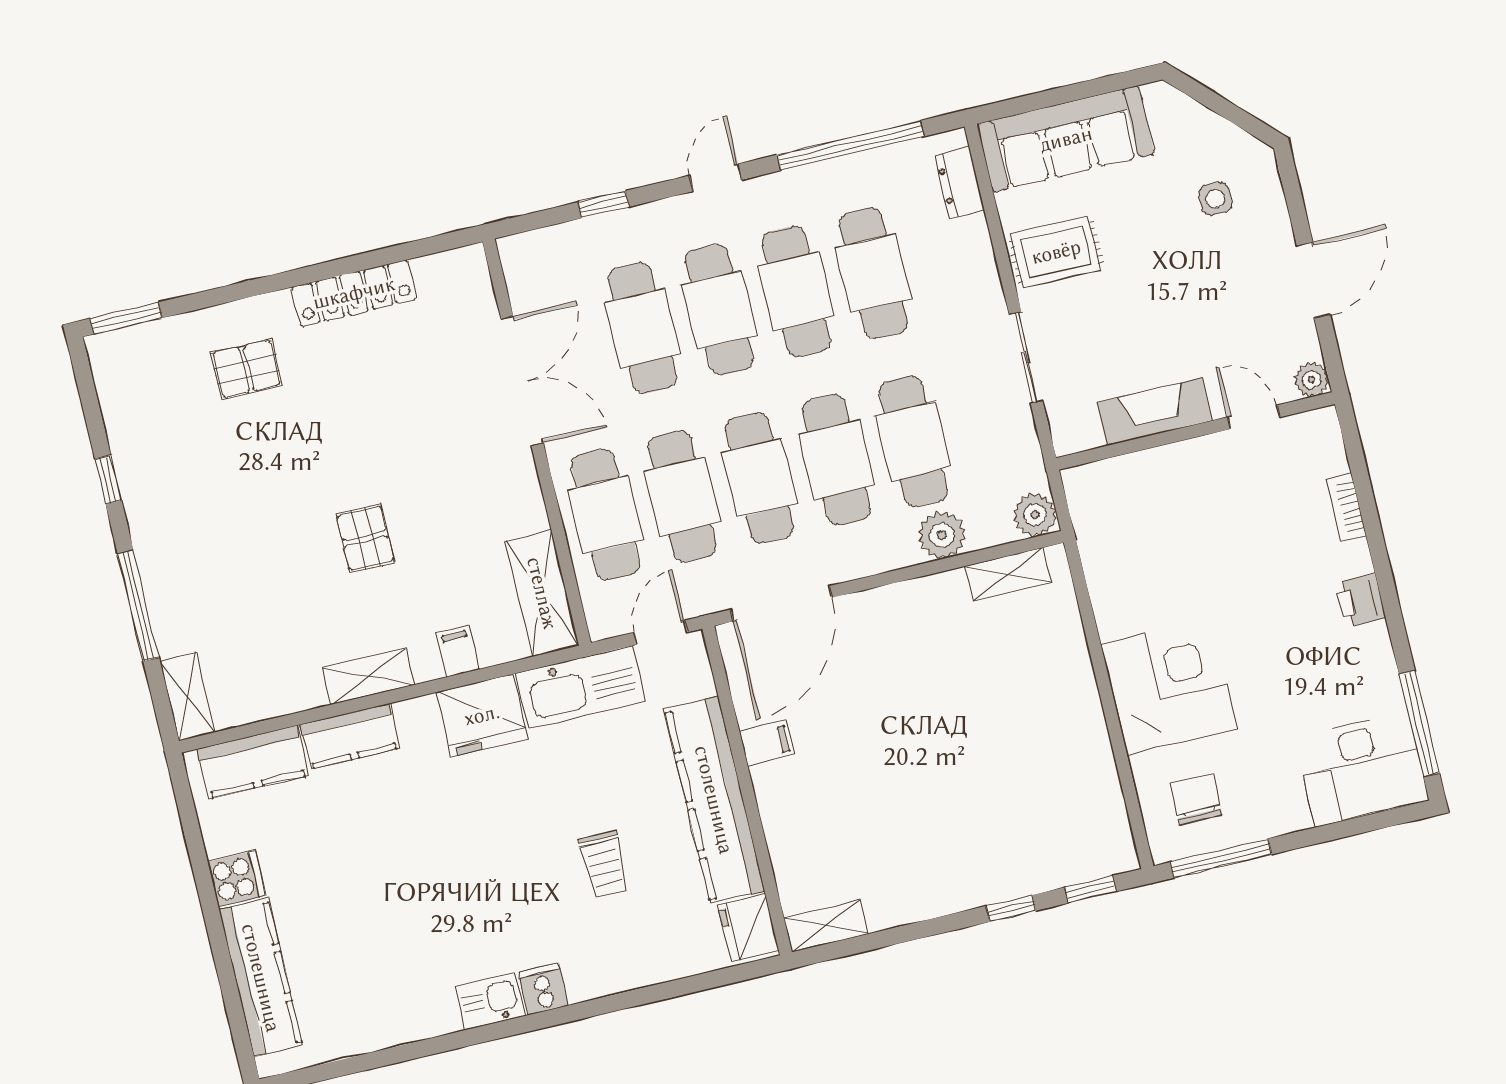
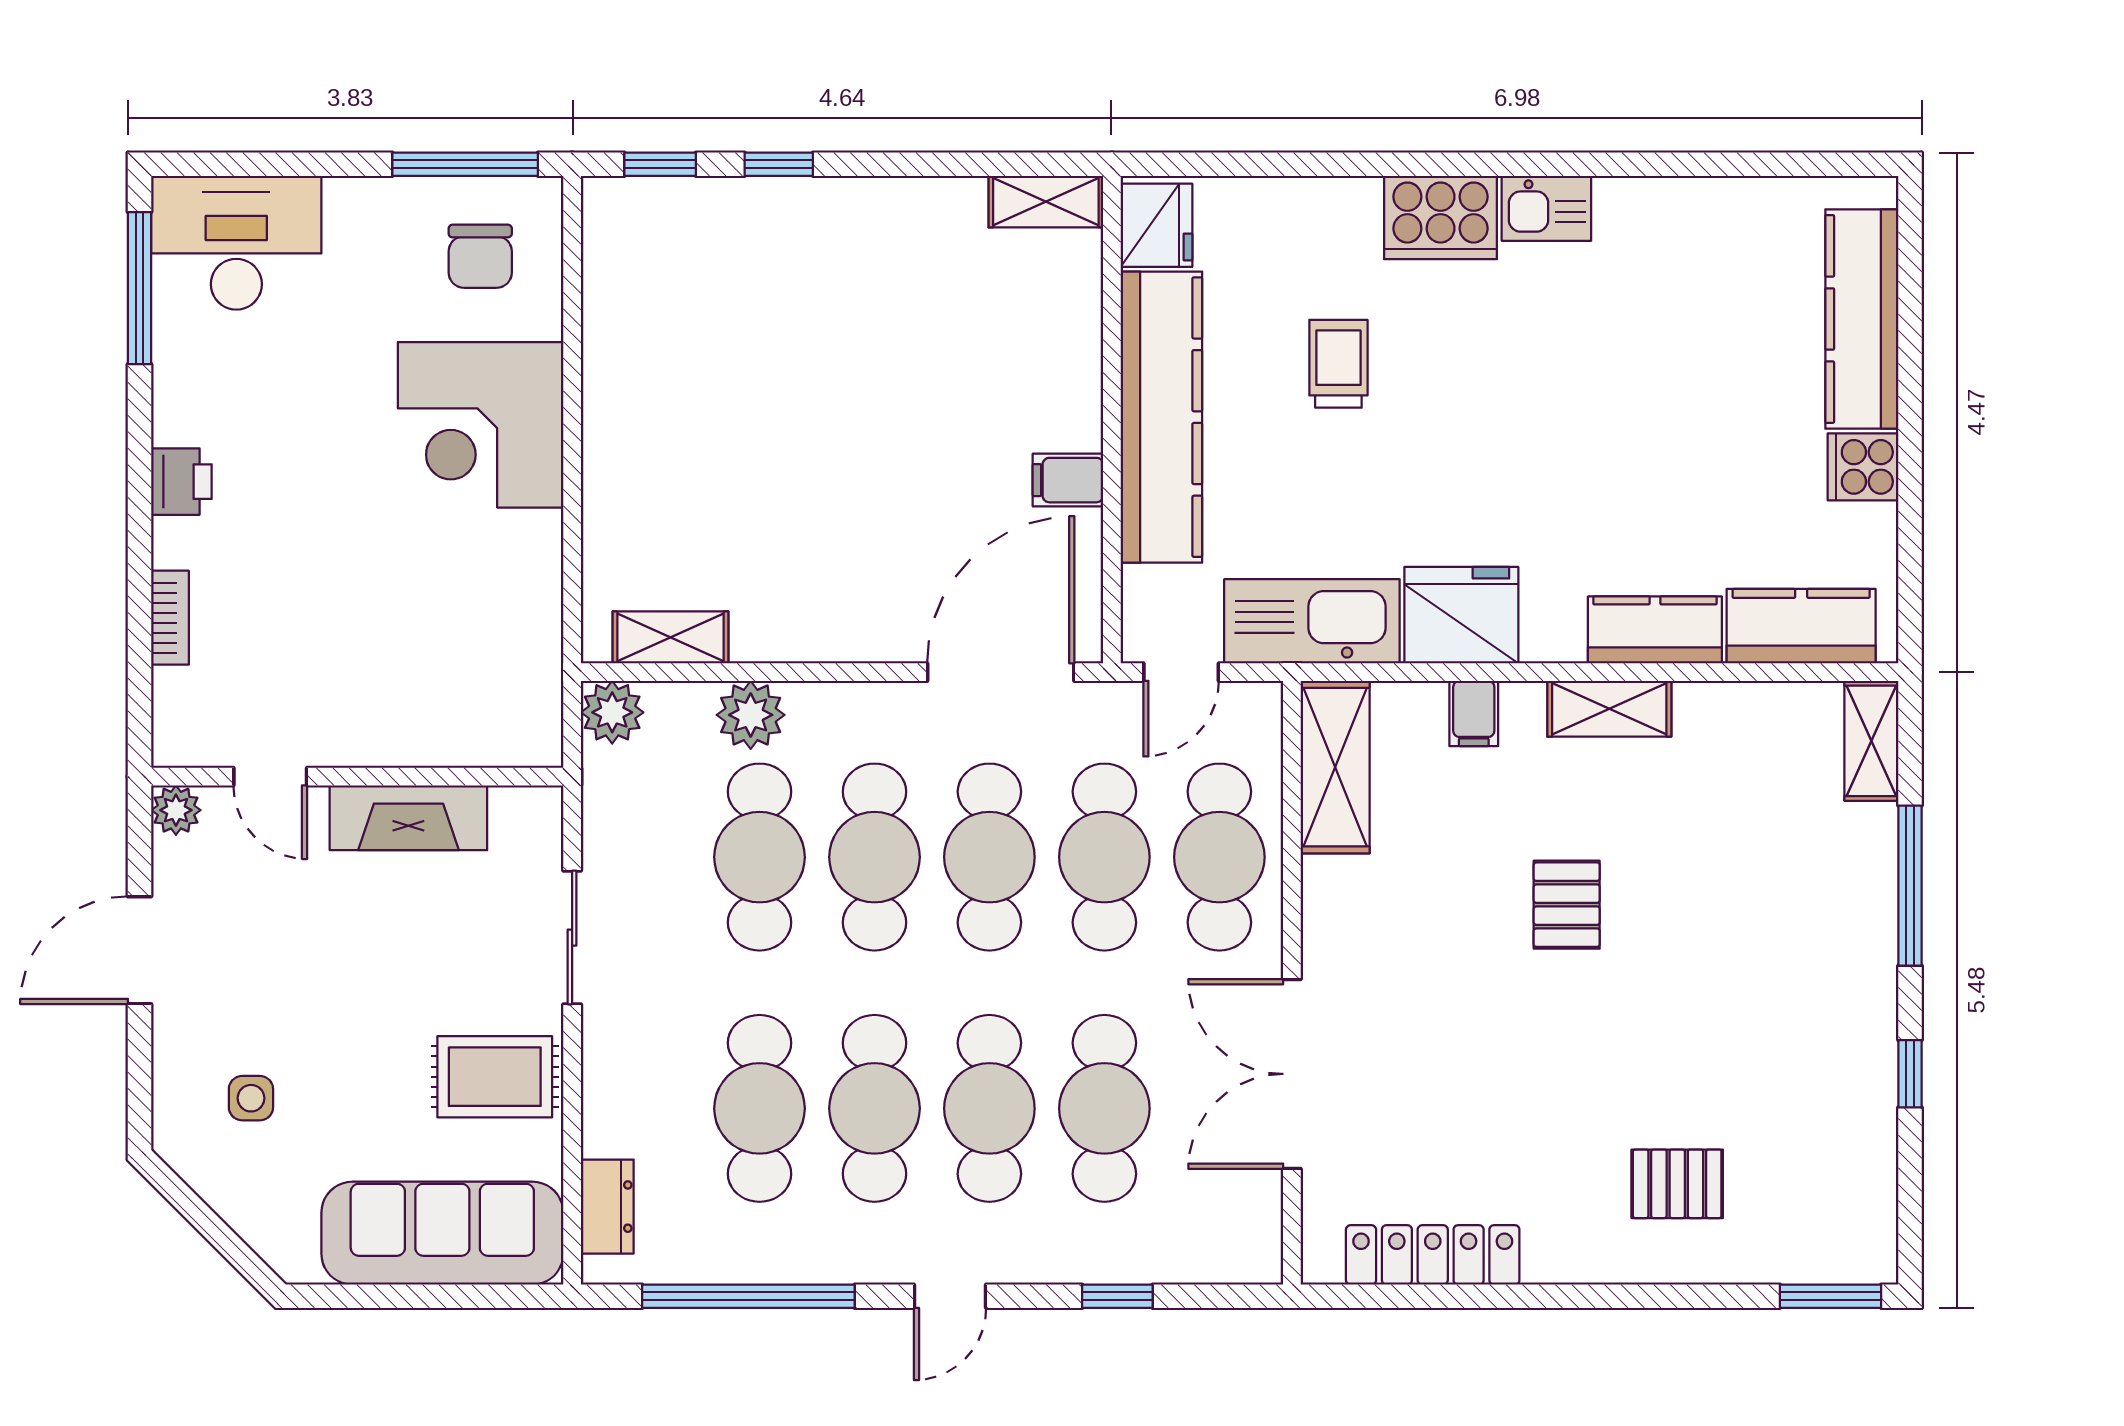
locker: (354, 293) -> (1433, 1255), moved
cooker: (543, 989) -> (1441, 218), width x1.87, depth x1.31

